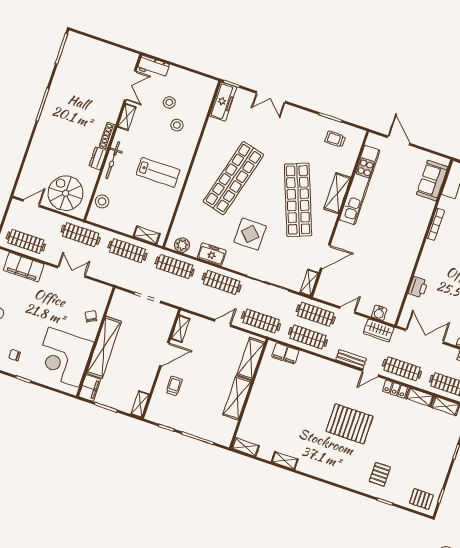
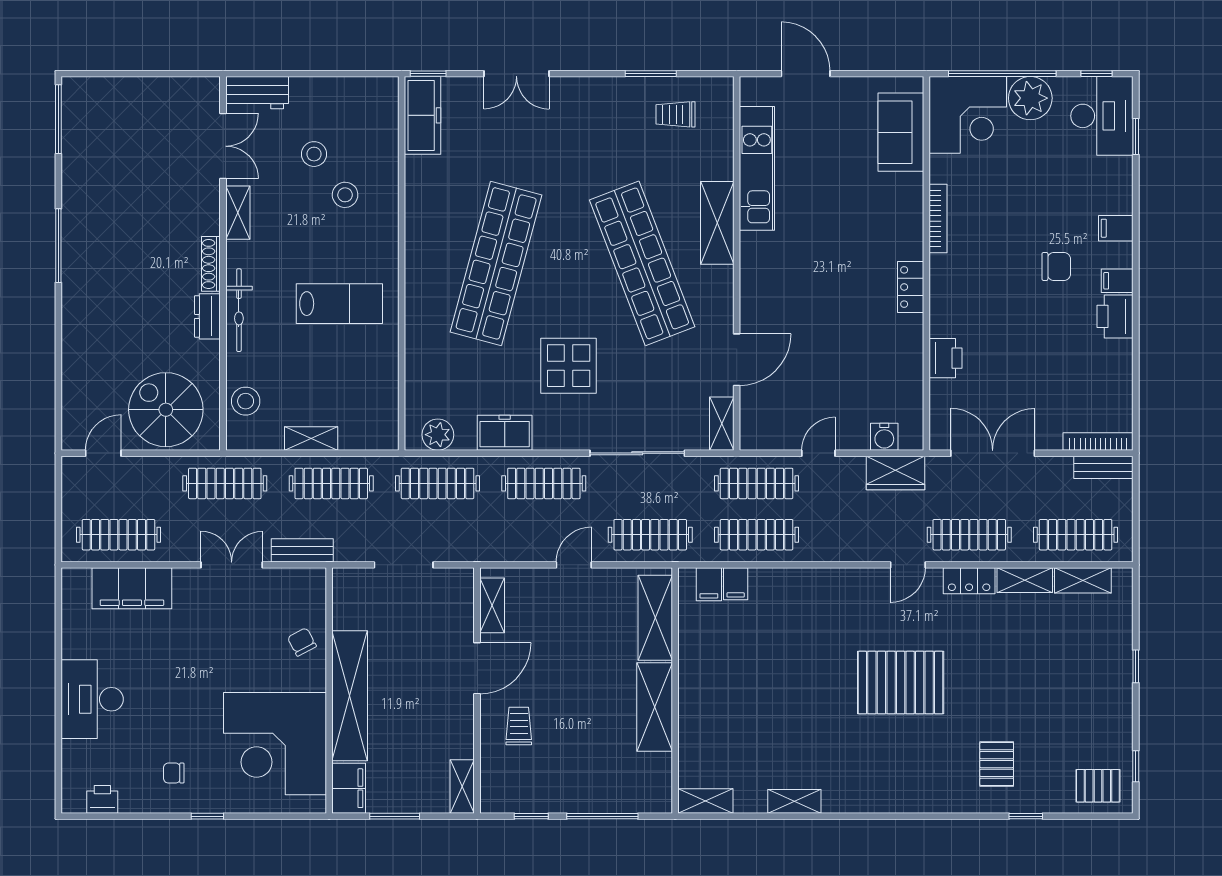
kitchen unit: (360, 185) -> (757, 168), width x0.73
shelving: (147, 235) -> (311, 438), moved
locker: (413, 251) -> (911, 287), added
bench: (351, 359) -> (302, 550), moved

